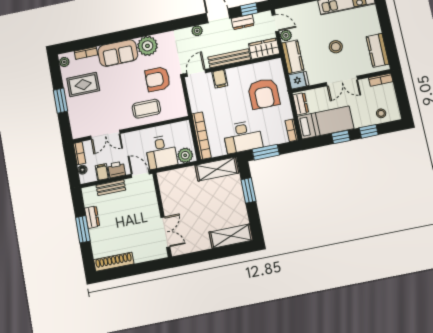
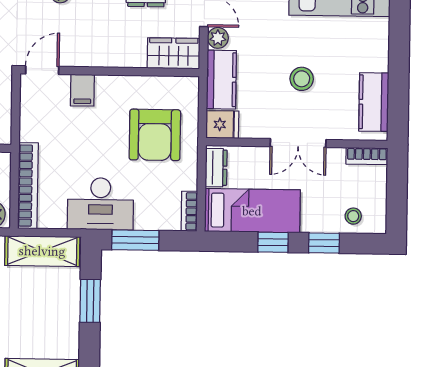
bench: (229, 58) -> (107, 57), removed

